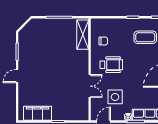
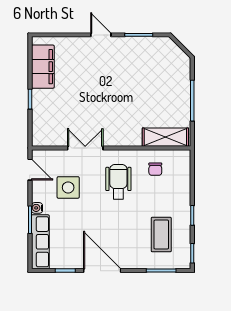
wheelchair: (111, 65) -> (118, 182), turned 180
double door: (90, 86) -> (85, 148), swing flipped

